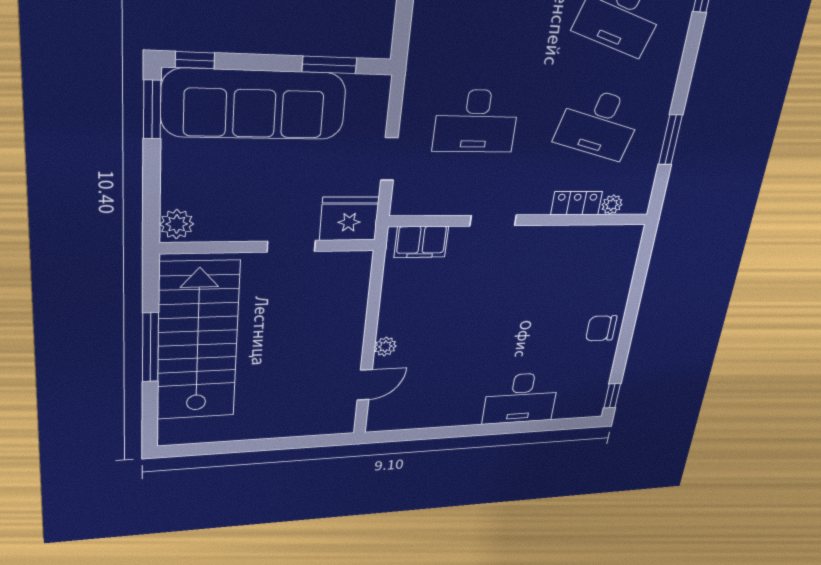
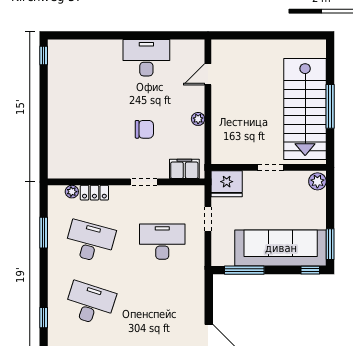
window: (329, 65) -> (244, 270), width x1.44
doorway: (291, 246) -> (271, 167), moved
chair: (601, 328) -> (144, 129), moved
plant: (385, 346) -> (198, 119), moved
desk: (521, 398) -> (146, 58), moved

